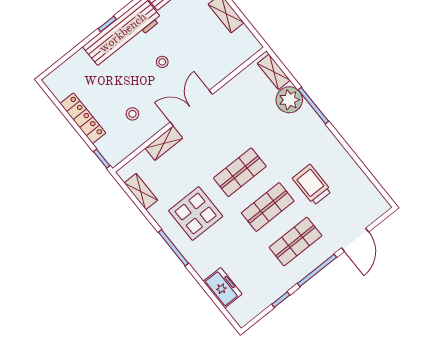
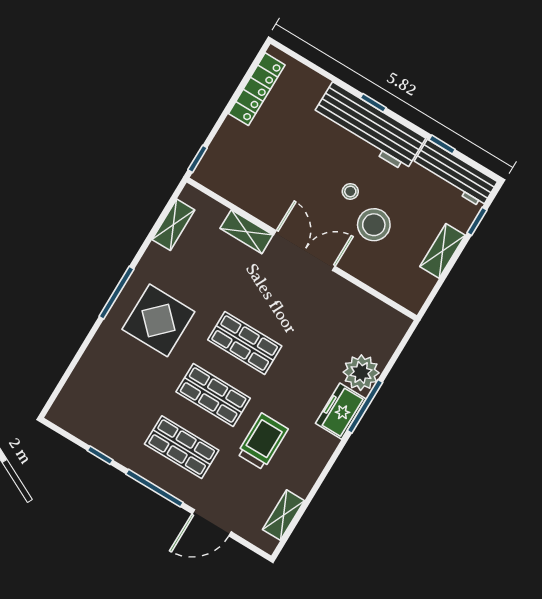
shelving: (274, 72) -> (284, 515), moved
stool: (132, 114) -> (374, 225), moved, width x1.89, depth x1.89
locker: (83, 118) -> (257, 89), moved
display table: (196, 213) -> (158, 320), moved
freezer: (223, 288) -> (341, 411), moved, turned 180

